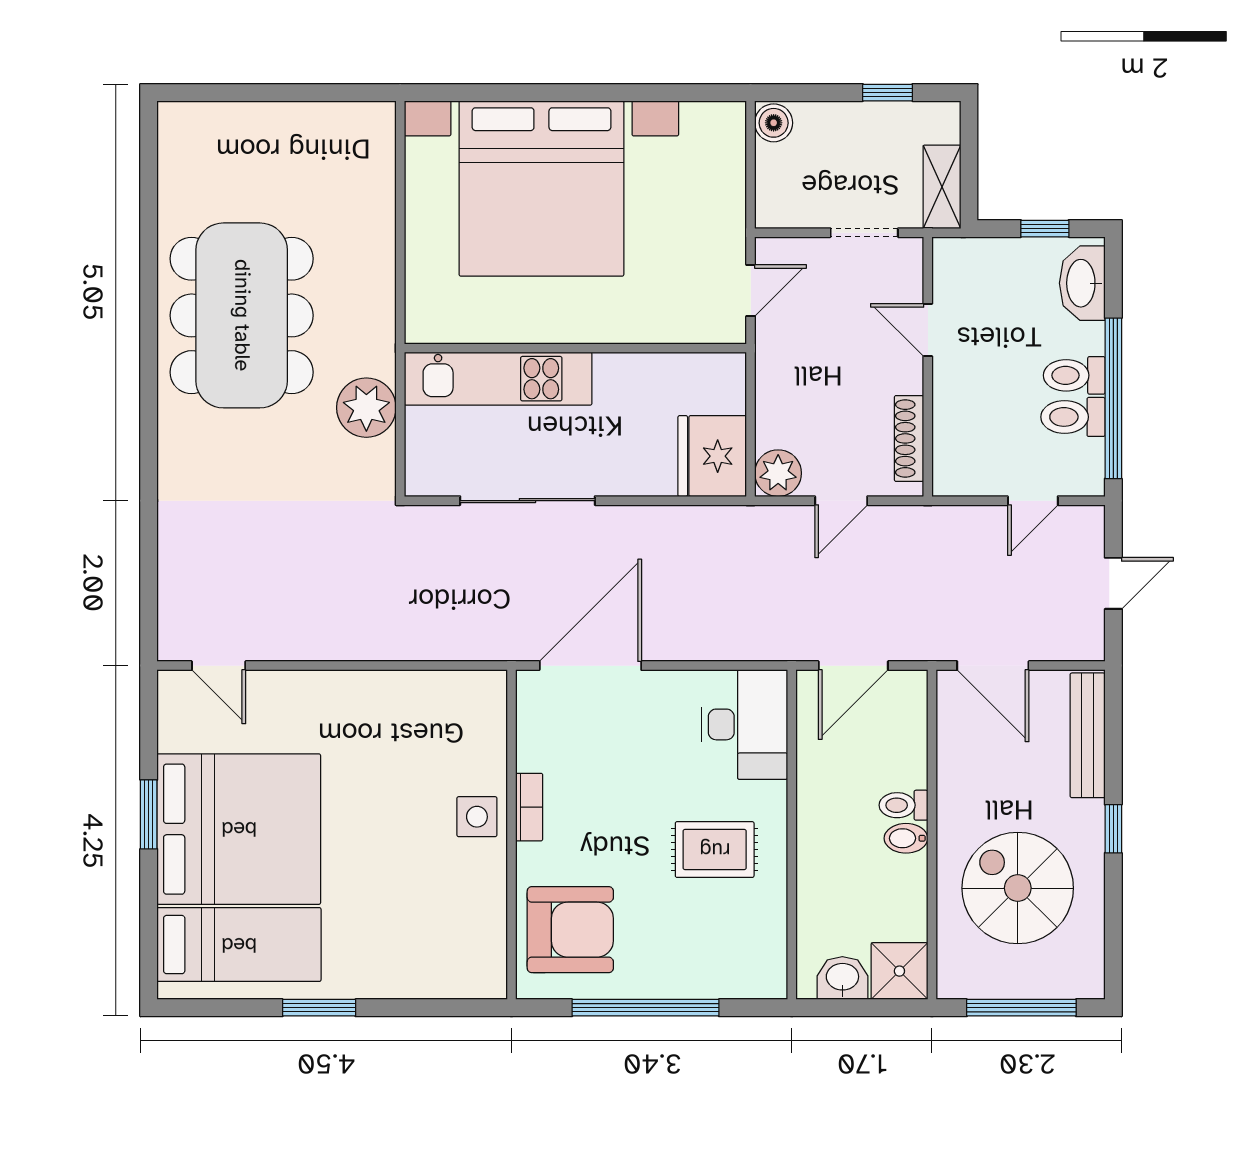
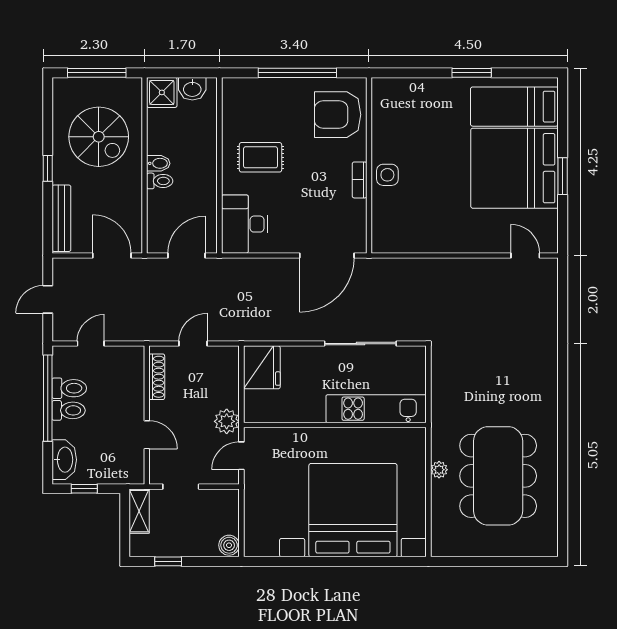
dining table: (242, 315) -> (498, 476), moved
plant: (366, 408) -> (439, 470), moved, width x0.53, depth x0.53
plant: (778, 473) -> (227, 421), moved

